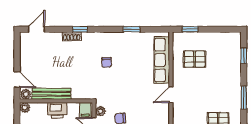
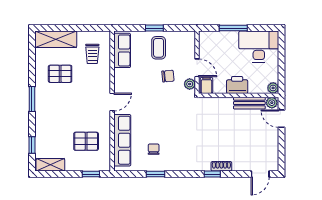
shelving: (227, 38) -> (50, 165), added
chair: (107, 62) -> (154, 149), moved
bench: (51, 94) -> (249, 103), width x0.73

